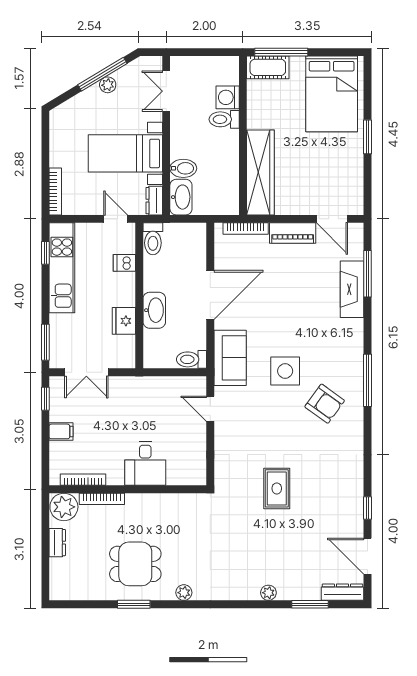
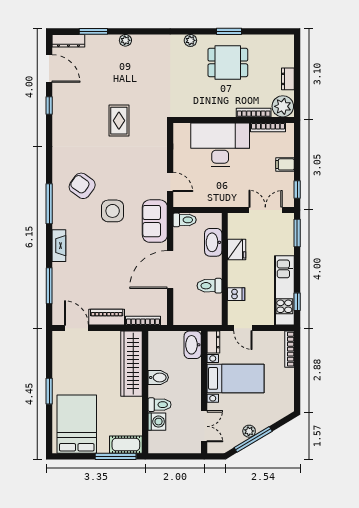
bidet: (183, 168) -> (158, 377), moved, turned 180
toilet: (153, 239) -> (209, 286), moved, turned -90
fireplace: (352, 289) -> (59, 246), moved, width x0.73, depth x0.76
washbasin: (154, 310) -> (213, 242), moved
desk: (145, 463) -> (220, 145), width x1.87, depth x1.30

